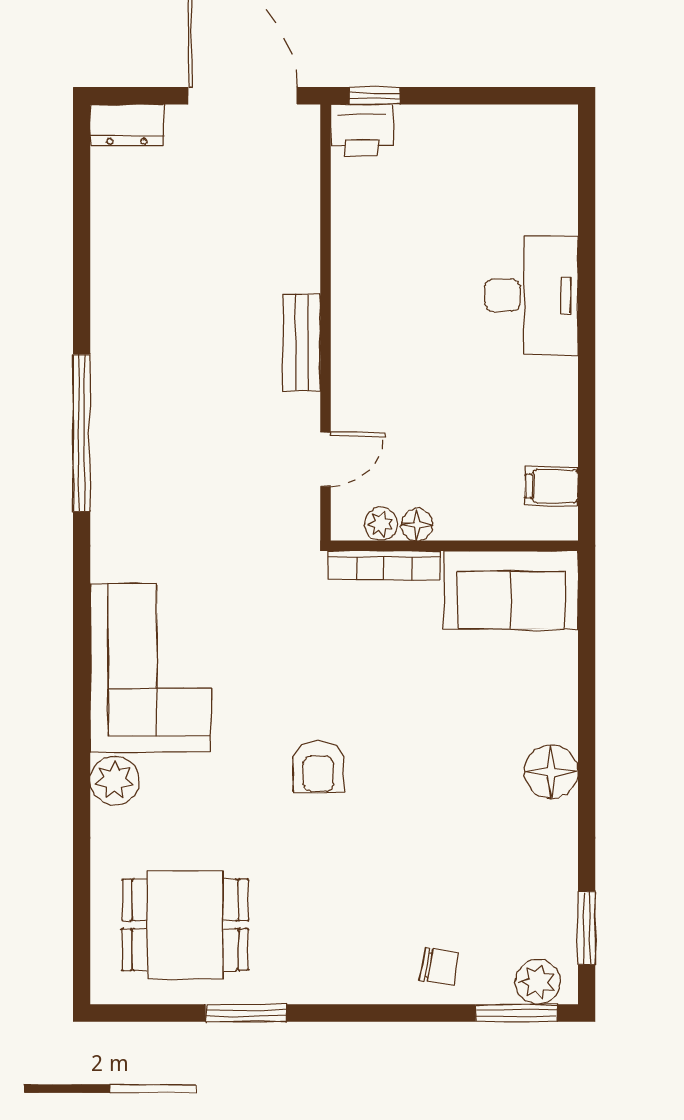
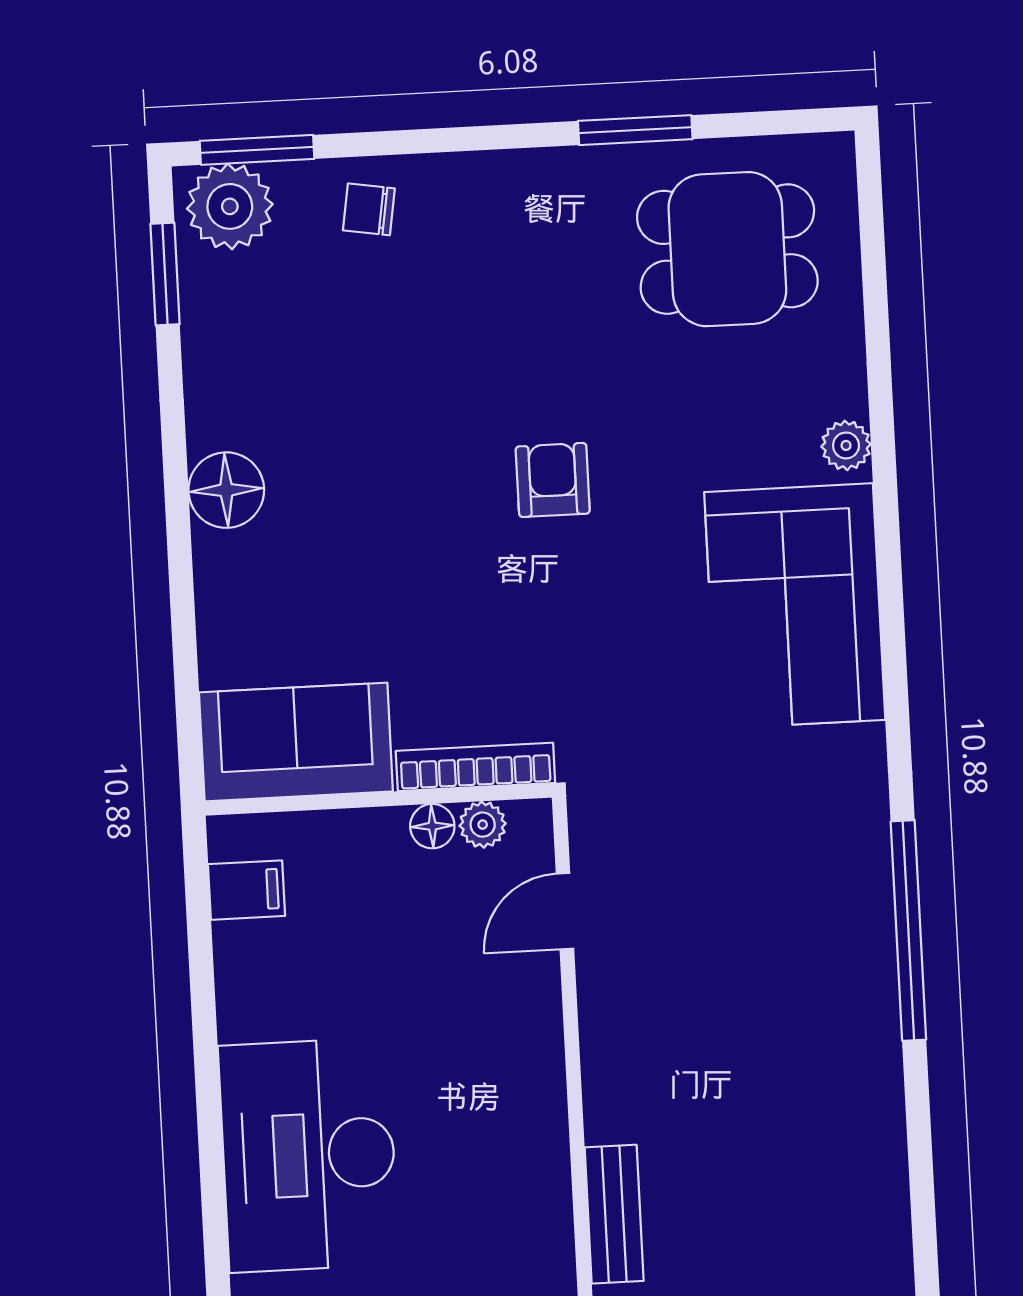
desk: (531, 295) -> (309, 1155), width x1.36, depth x1.30
bench: (302, 342) -> (614, 1214), moved
plant: (115, 780) -> (846, 445), width x0.73, depth x0.73
plant: (538, 982) -> (230, 206), width x1.36, depth x1.36

